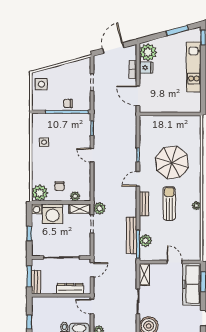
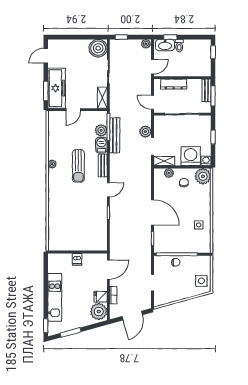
door: (138, 96) -> (108, 270), hinge flipped
dishwasher: (171, 107) -> (77, 259), added
door: (92, 155) -> (153, 212), width x1.88
parasol: (172, 162) -> (76, 205), removed
plant: (100, 208) -> (145, 132), moved
barbecue: (145, 225) -> (101, 145), added
door: (175, 262) -> (73, 110), hinge flipped
door: (92, 270) -> (153, 102), hinge flipped
door: (92, 307) -> (153, 67), hinge flipped

